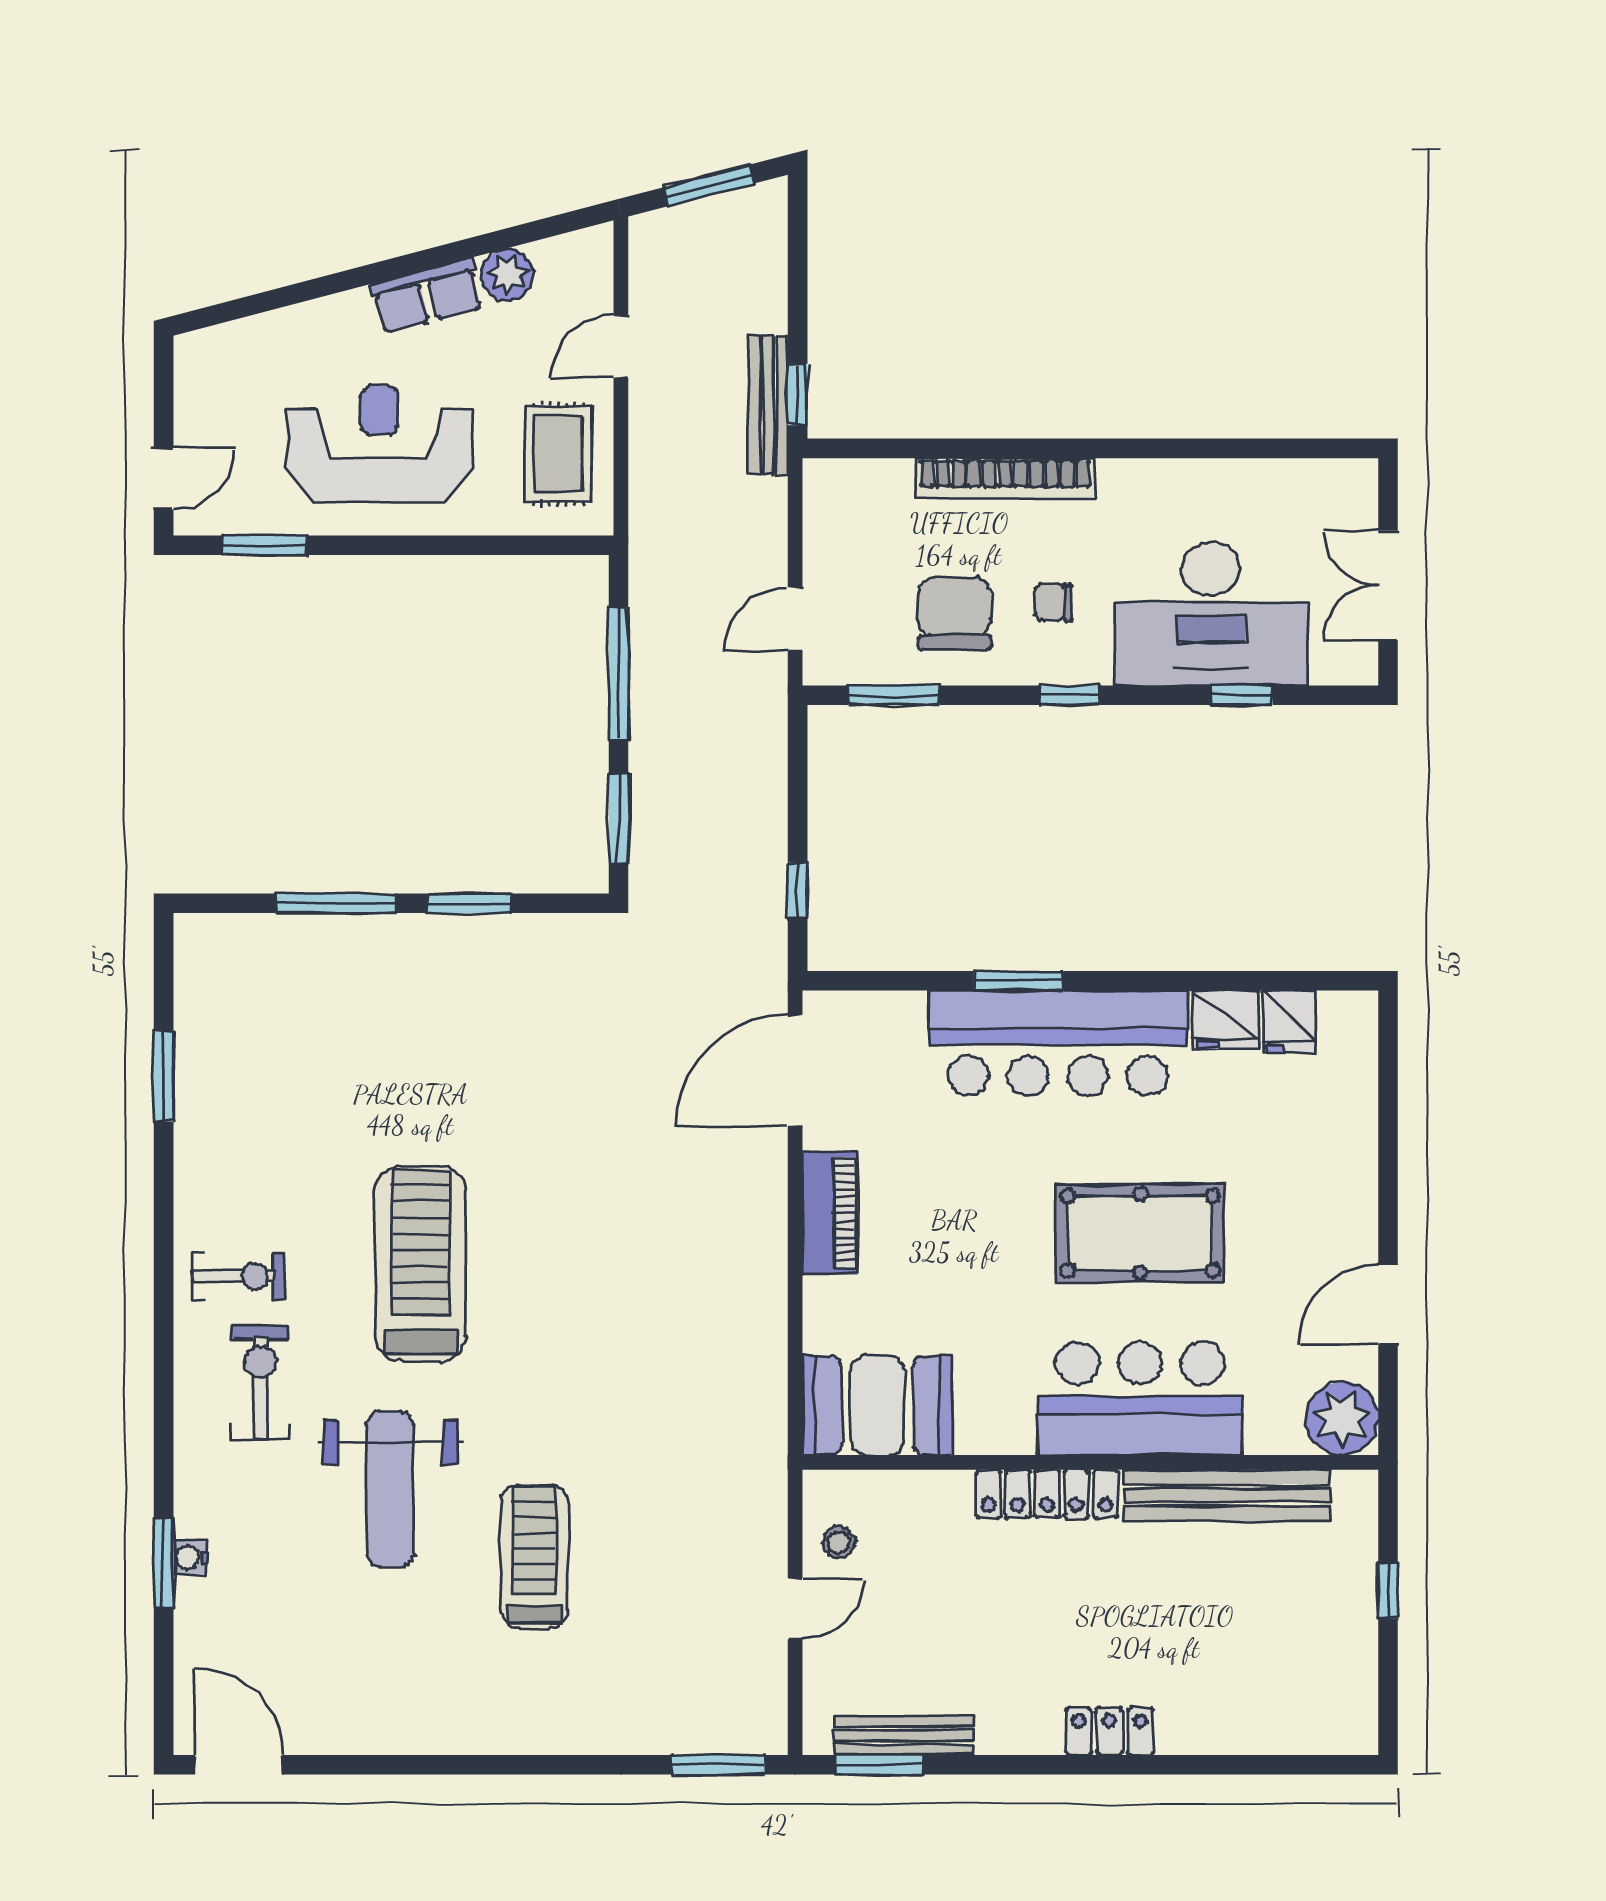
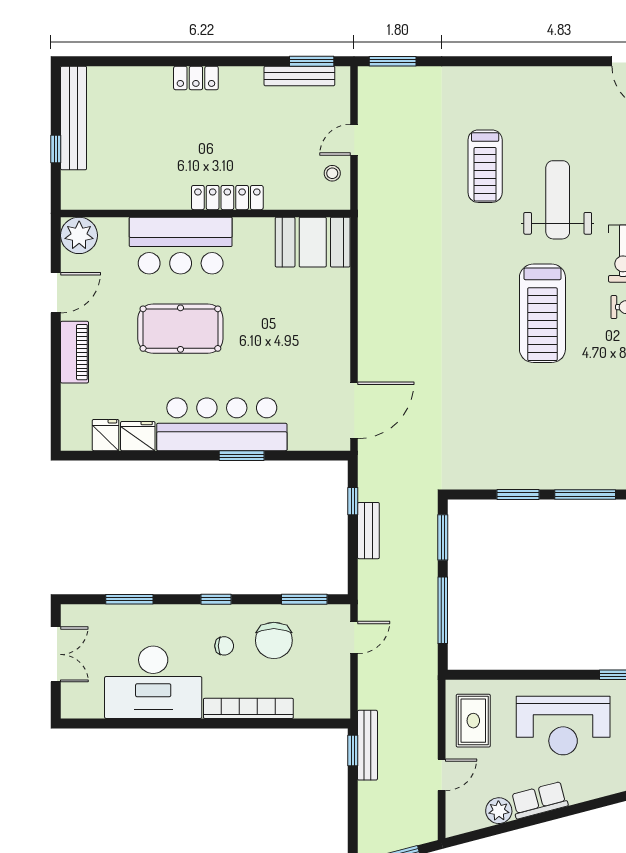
desk: (1211, 613) -> (153, 682), moved, turned 180
window: (1242, 695) -> (129, 599), width x1.50
bench: (767, 832) -> (368, 531), added
piano: (830, 1213) -> (75, 352), moved, turned 180
bench: (1227, 1495) -> (74, 118), moved, turned 90

